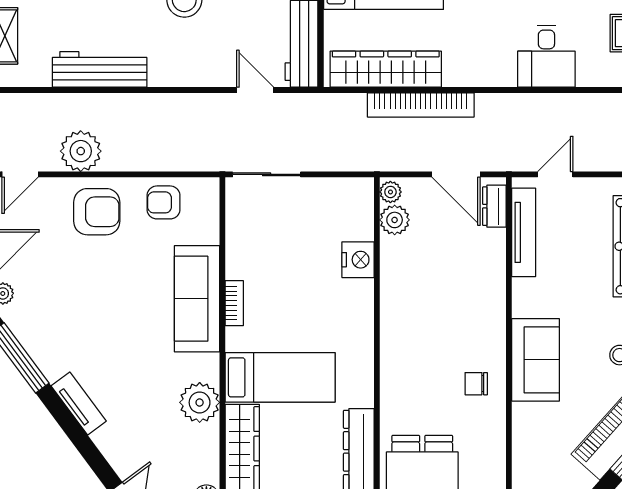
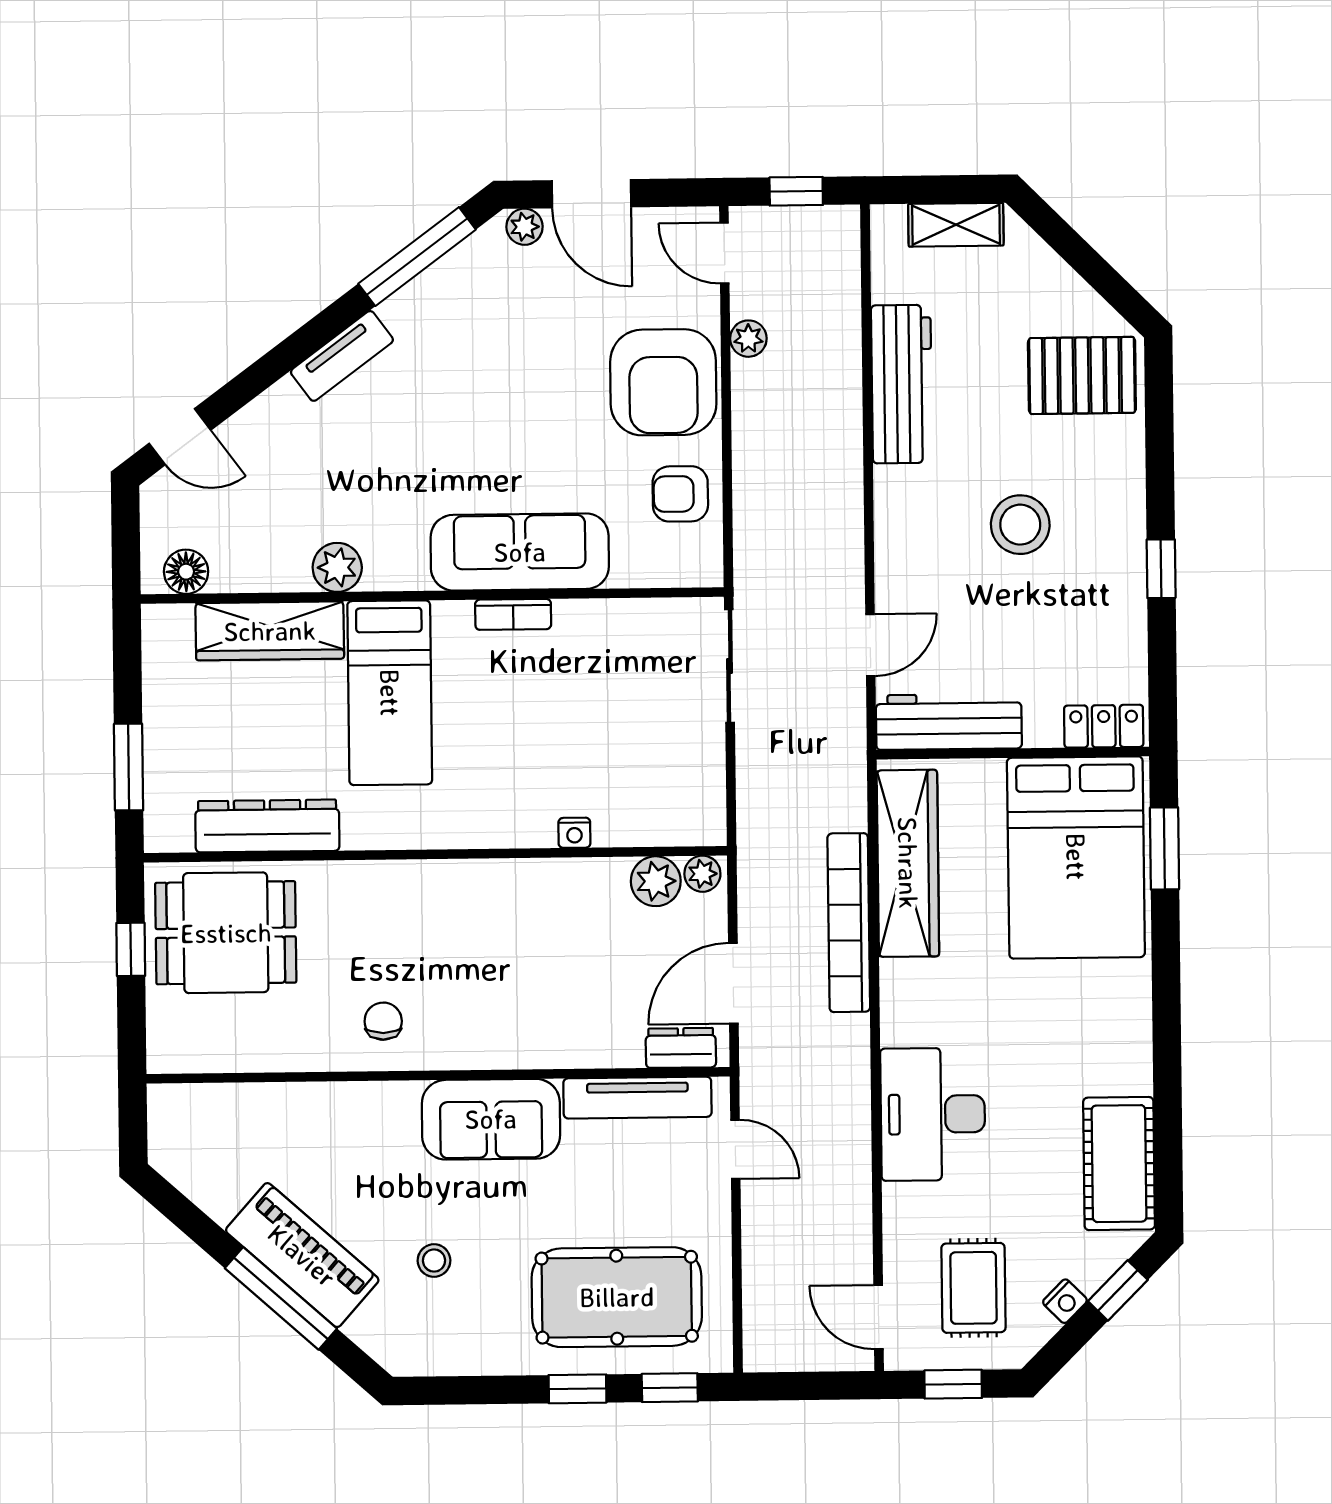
desk: (546, 56) -> (933, 1114), width x1.37
plant: (81, 151) -> (748, 339), width x0.53, depth x0.53
armchair: (163, 202) -> (680, 494), turned -90
armchair: (97, 212) -> (663, 382), width x1.36, depth x1.36
nightstand: (358, 260) -> (574, 833), width x0.53, depth x0.56
sofa: (536, 360) -> (491, 1119), moved
plant: (200, 402) -> (337, 567), width x0.73, depth x0.73

